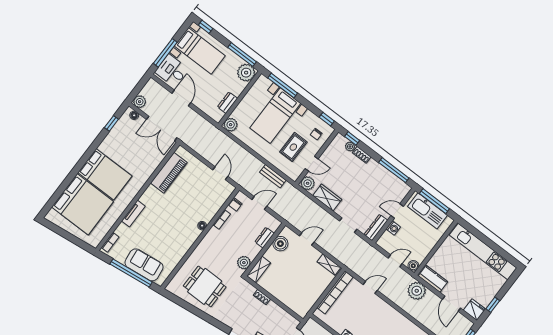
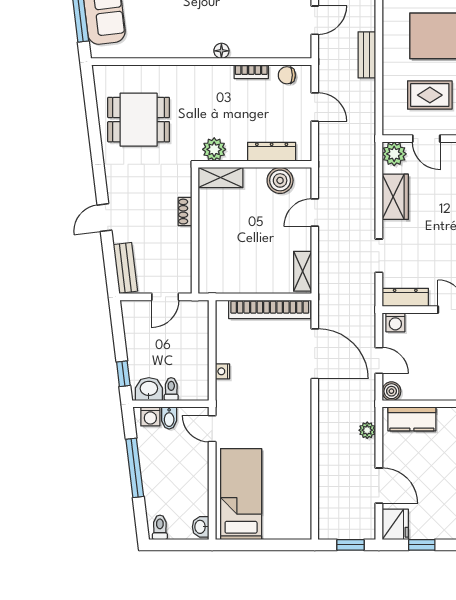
bench: (273, 176) -> (367, 55), moved
washing machine: (393, 228) -> (395, 322), moved
dresser: (265, 238) -> (272, 152), width x1.44
door: (307, 239) -> (315, 213), swing flipped
kitchen counter: (433, 279) -> (412, 419), moved, turned 90
dining table: (205, 286) -> (139, 120), turned 90
door: (370, 287) -> (315, 354), width x1.88
plant: (417, 291) -> (367, 430), width x0.53, depth x0.53
door: (451, 304) -> (379, 486), swing flipped

